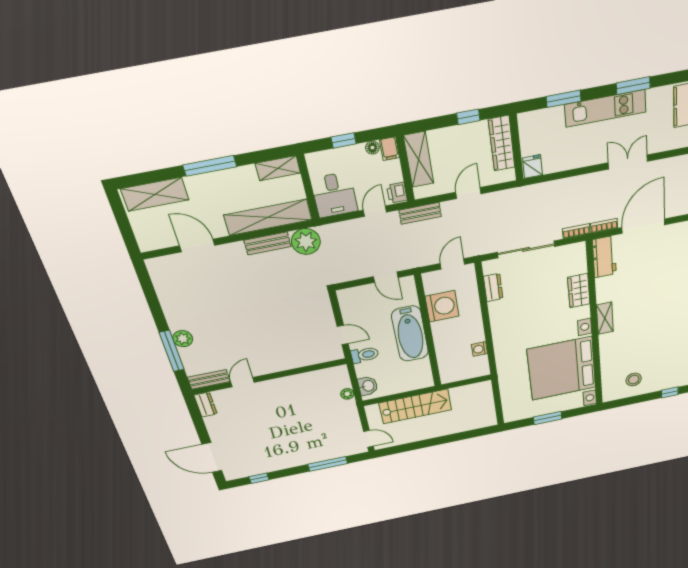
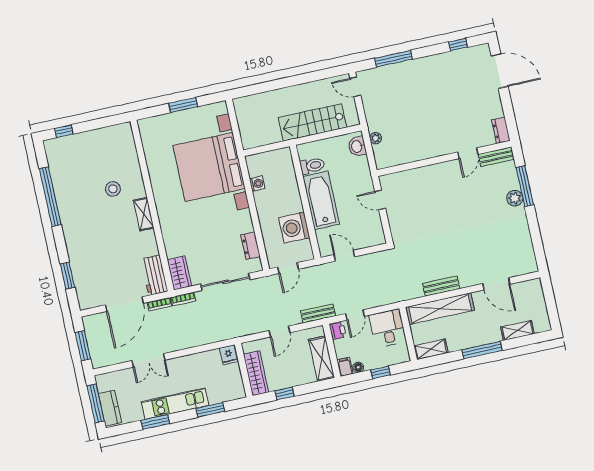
shelving: (155, 194) -> (517, 330), width x0.67, depth x0.75
plant: (306, 242) -> (410, 288), removed
wardrobe: (579, 291) -> (179, 273), moved
toilet: (365, 355) -> (312, 166), moved, turned 180
bed with nightstands: (562, 369) -> (209, 167), moved, turned 180
stool: (634, 379) -> (113, 189), moved

